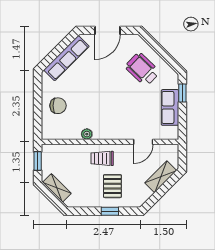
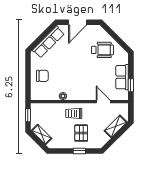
wheelchair: (142, 69) -> (102, 50), turned 136
window: (182, 93) -> (131, 85), moved
door: (143, 142) -> (103, 102), swing flipped

